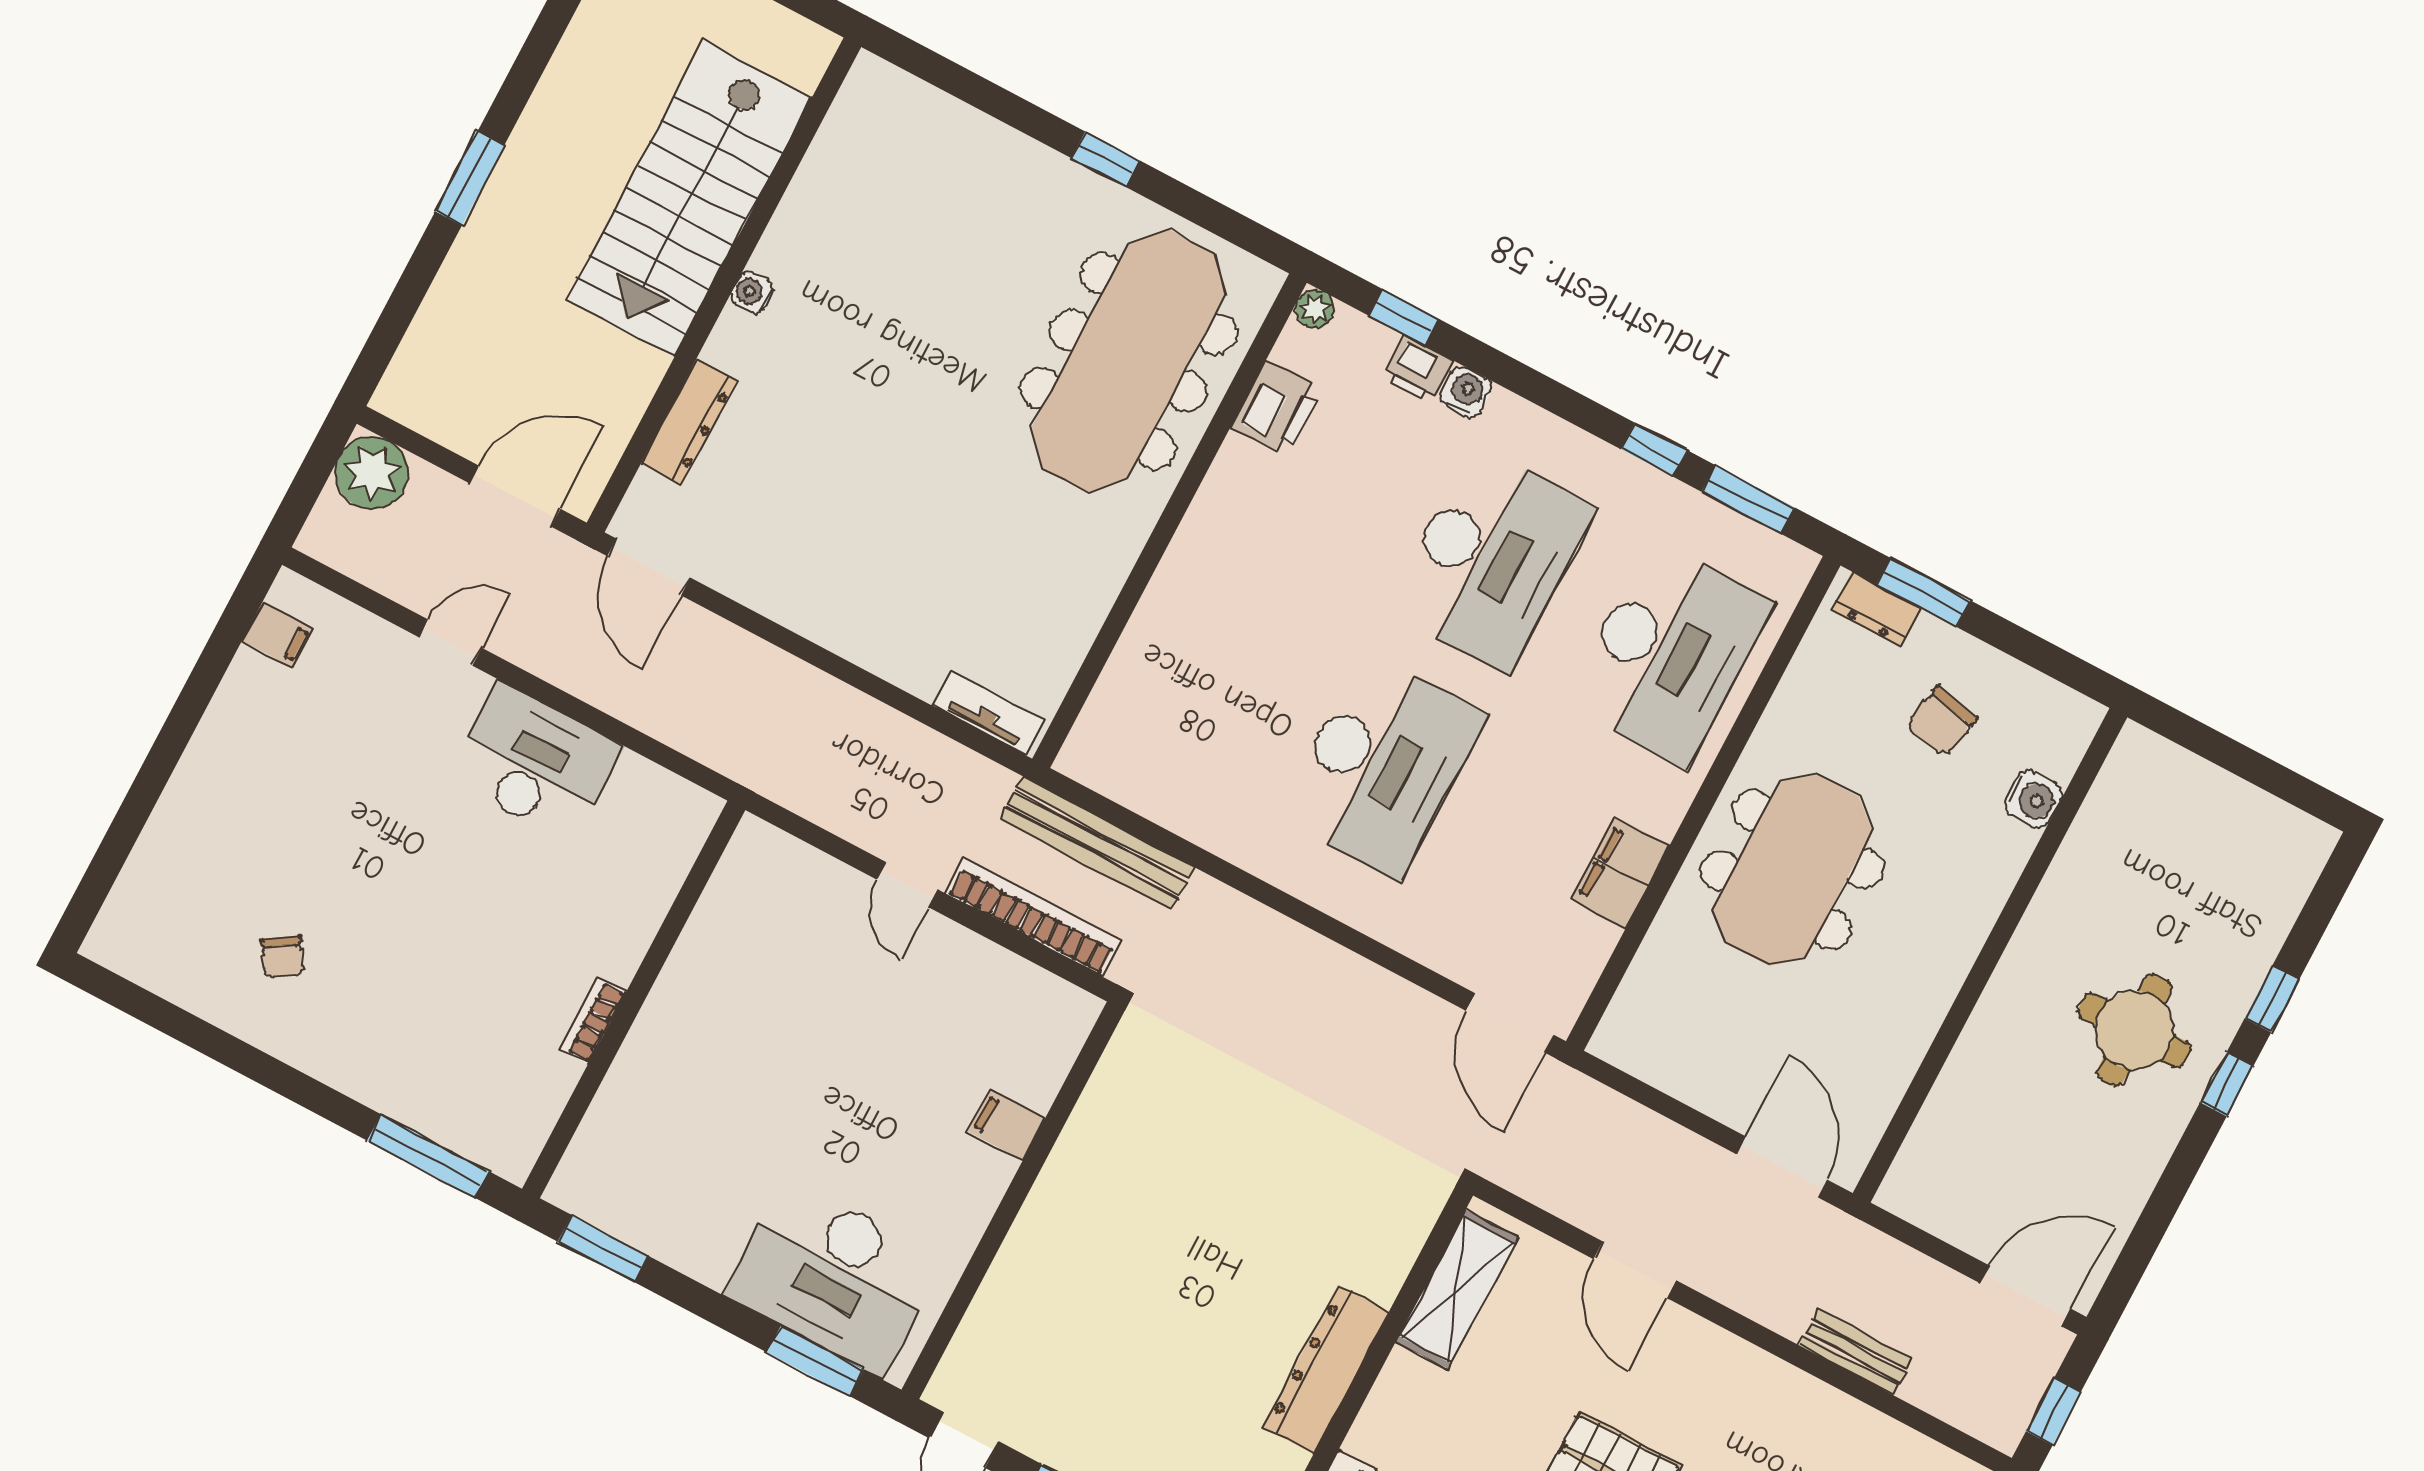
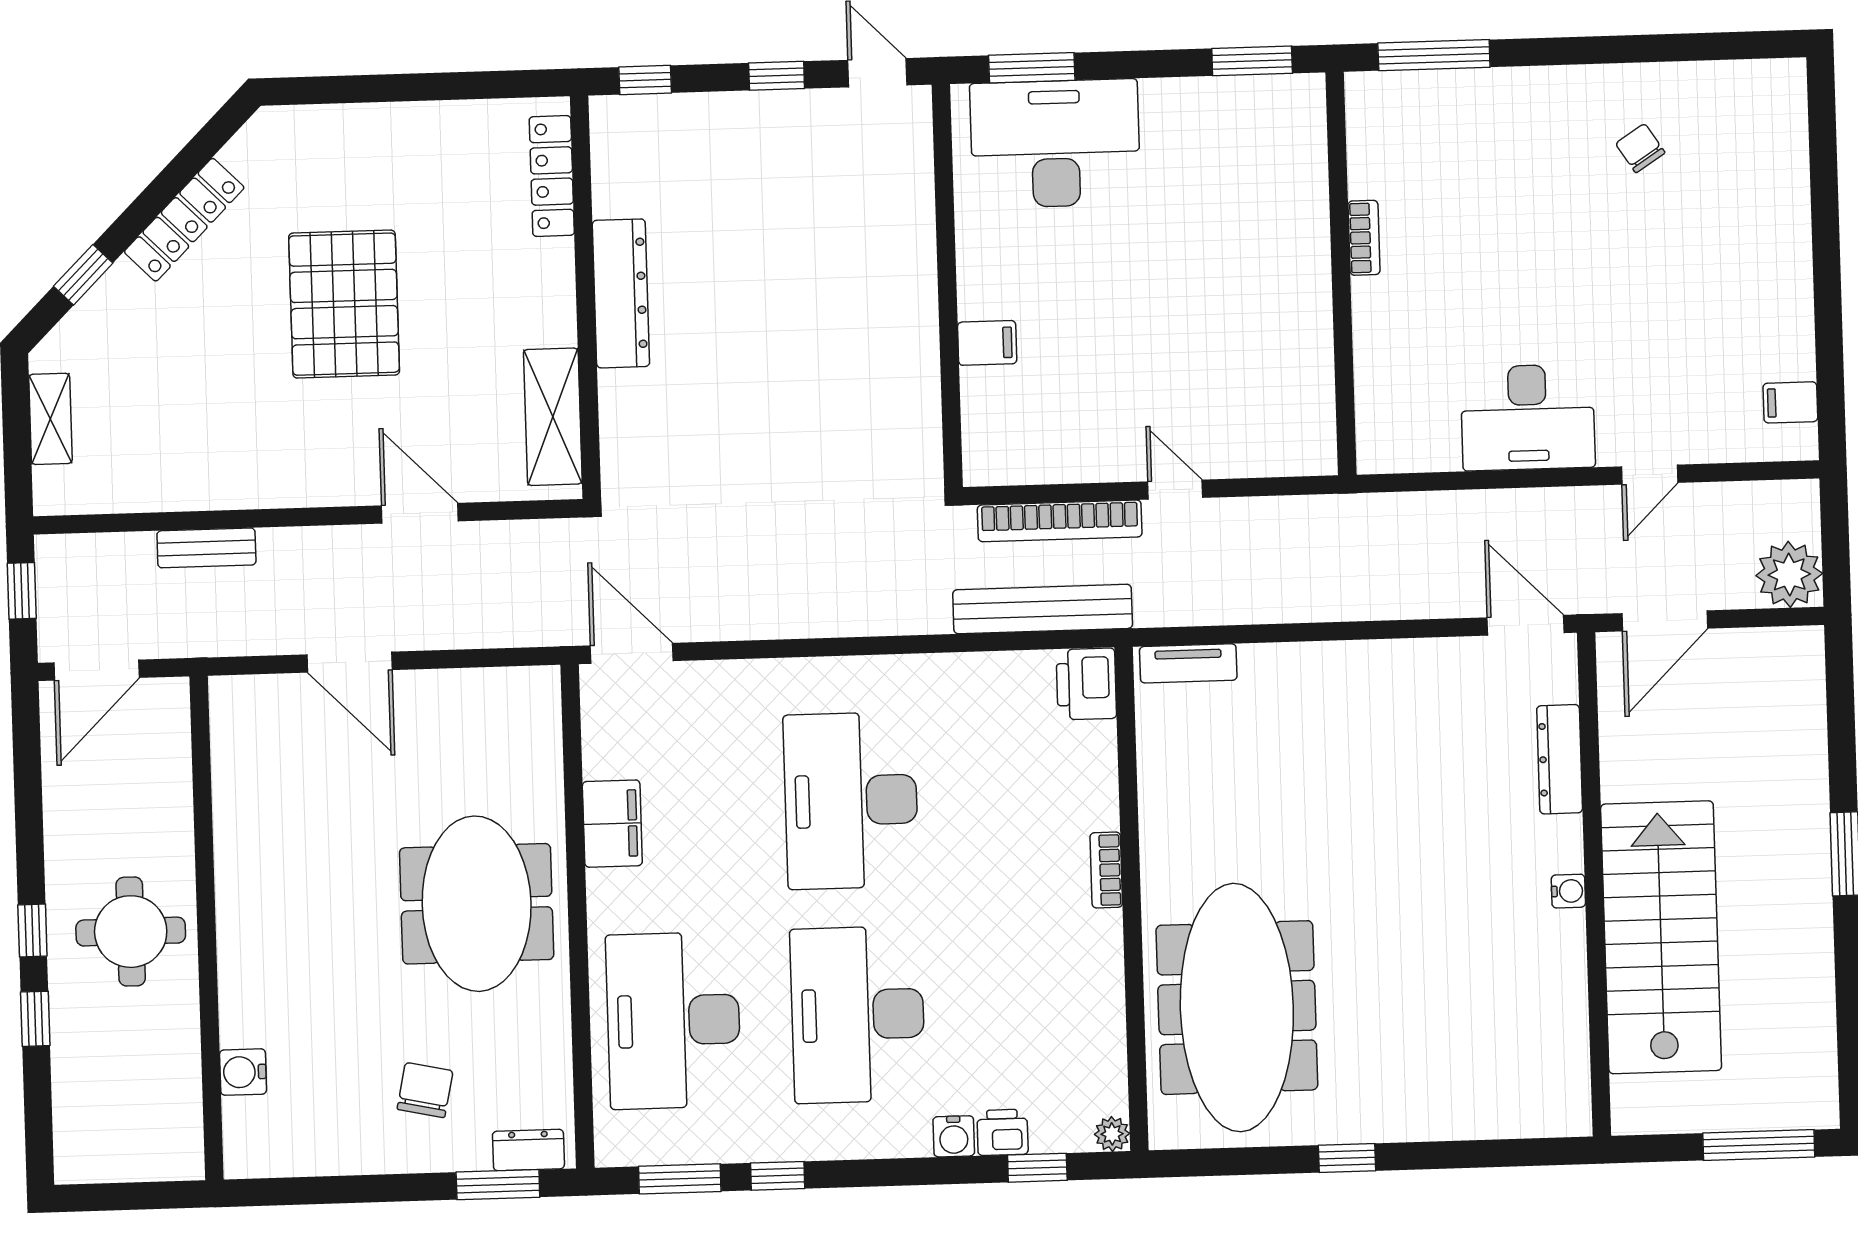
printer: (1276, 409) -> (1086, 684), moved
bookcase: (1178, 562) -> (1106, 870), added
water cooler: (2033, 799) -> (243, 1072), moved
wall: (1990, 955) -> (207, 928), moved

